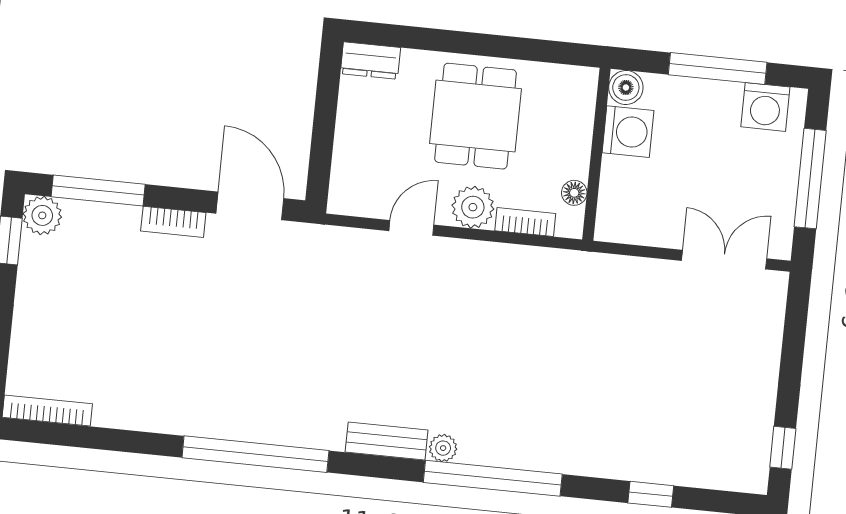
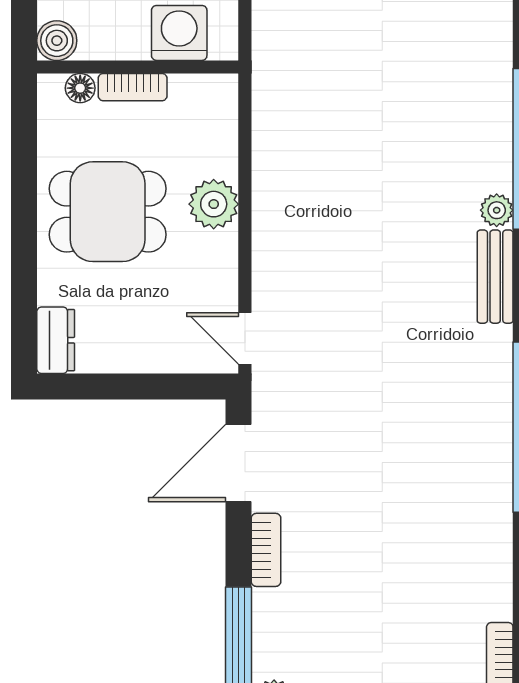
washing machine: (628, 132) -> (179, 33), moved
floor lamp: (574, 193) -> (80, 88), moved
bookcase: (525, 222) -> (133, 87), moved, turned -90
door: (411, 228) -> (245, 338), moved

